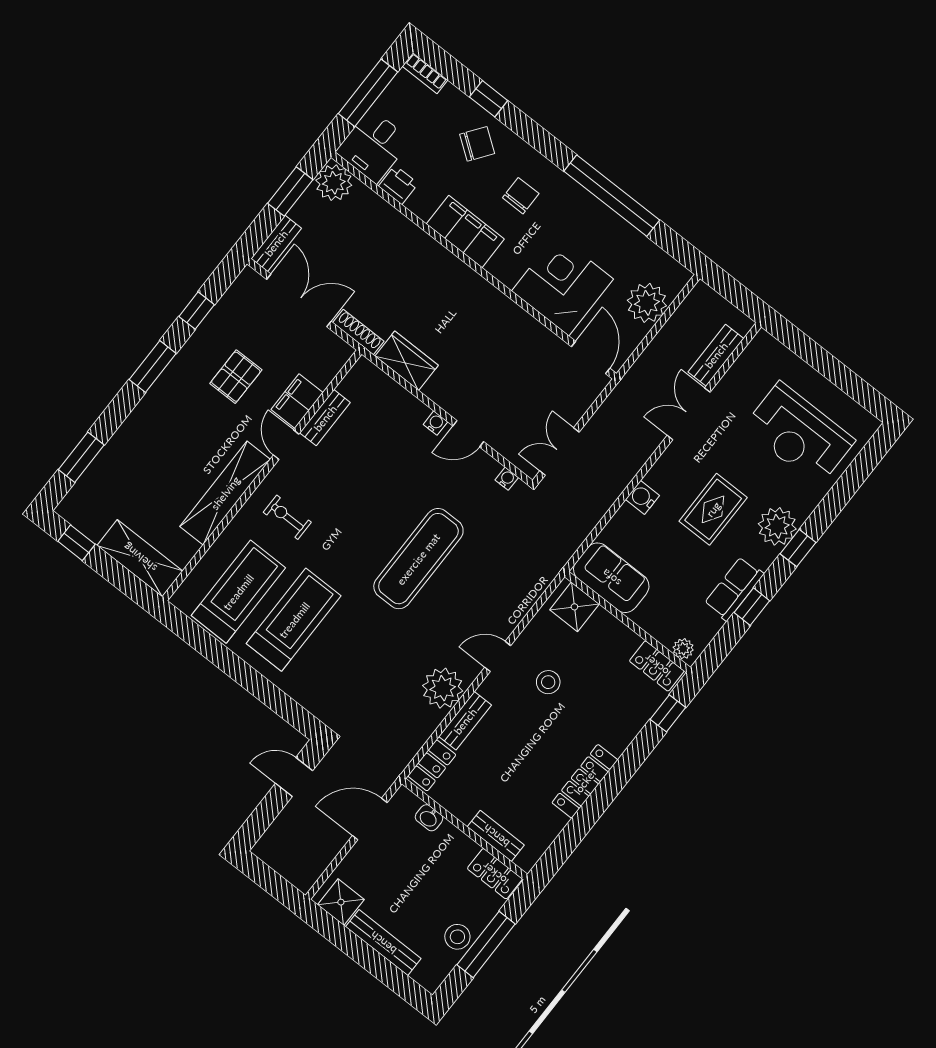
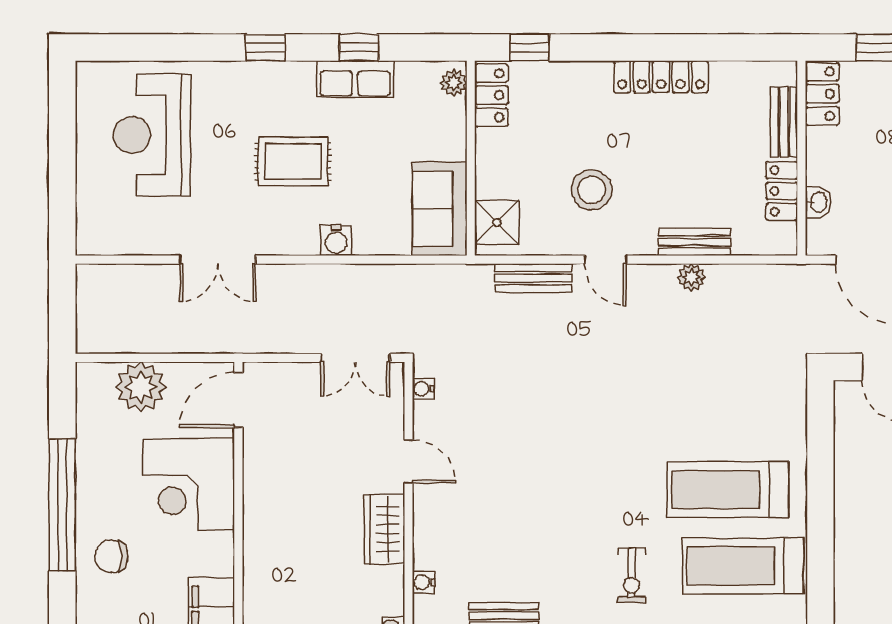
chair: (521, 196) -> (111, 556), moved
bench: (716, 355) -> (533, 278), moved
wardrobe: (407, 361) -> (384, 529), moved
water cooler: (435, 423) -> (424, 582), moved
reception desk: (799, 434) -> (152, 135), turned 180
plant: (777, 526) -> (260, 85), removed
exercise mat: (418, 559) -> (570, 414), removed
stool: (548, 682) -> (592, 190), width x1.38, depth x1.38
plant: (443, 688) -> (691, 277), width x0.53, depth x0.53
locker: (432, 765) -> (782, 191), moved, turned -90

